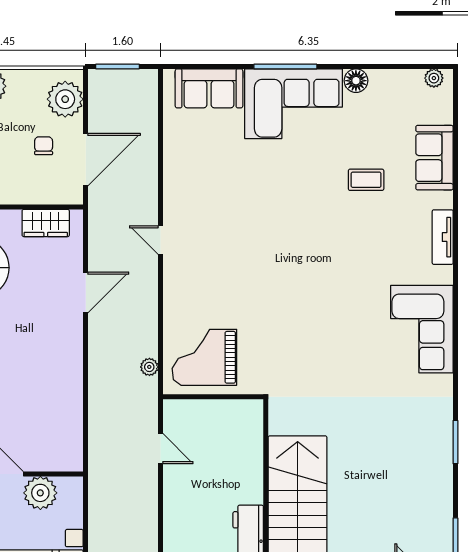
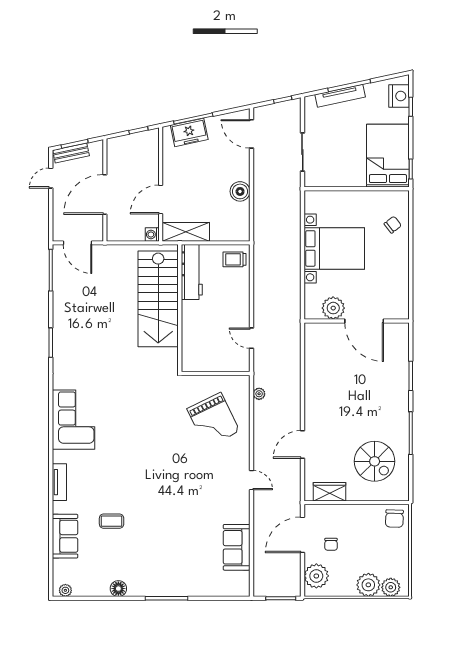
sofa: (209, 88) -> (237, 547), moved, turned -90
corner sofa: (293, 104) -> (161, 573), removed
grand piano: (204, 357) -> (213, 420), moved, turned 64

